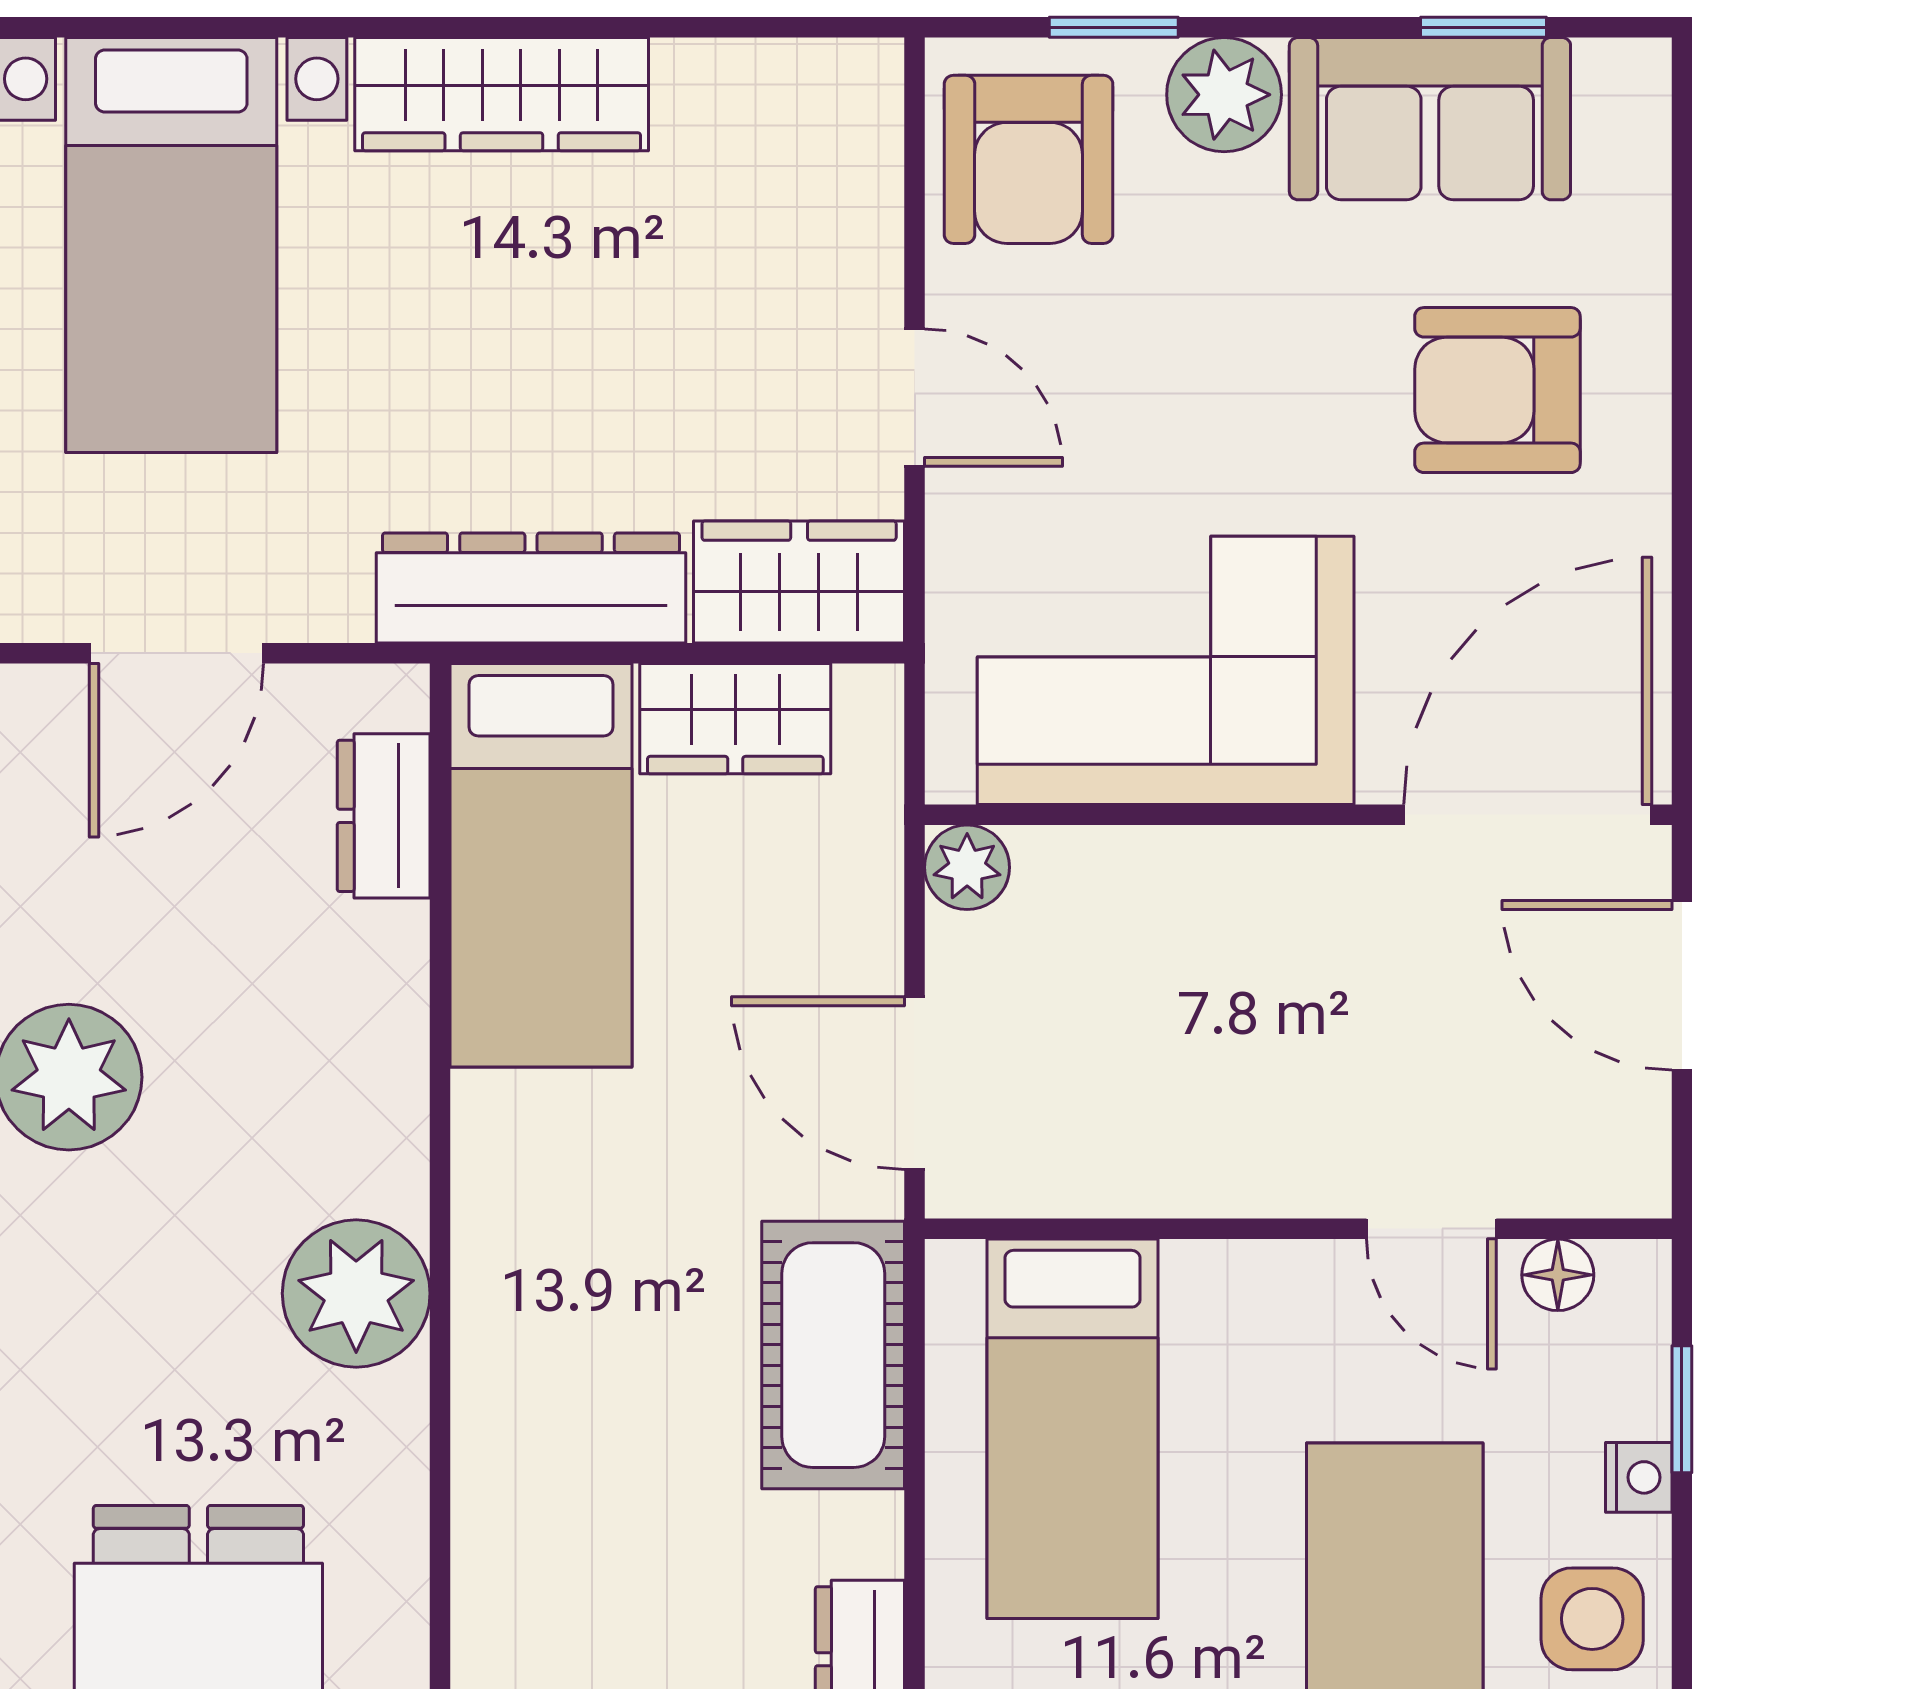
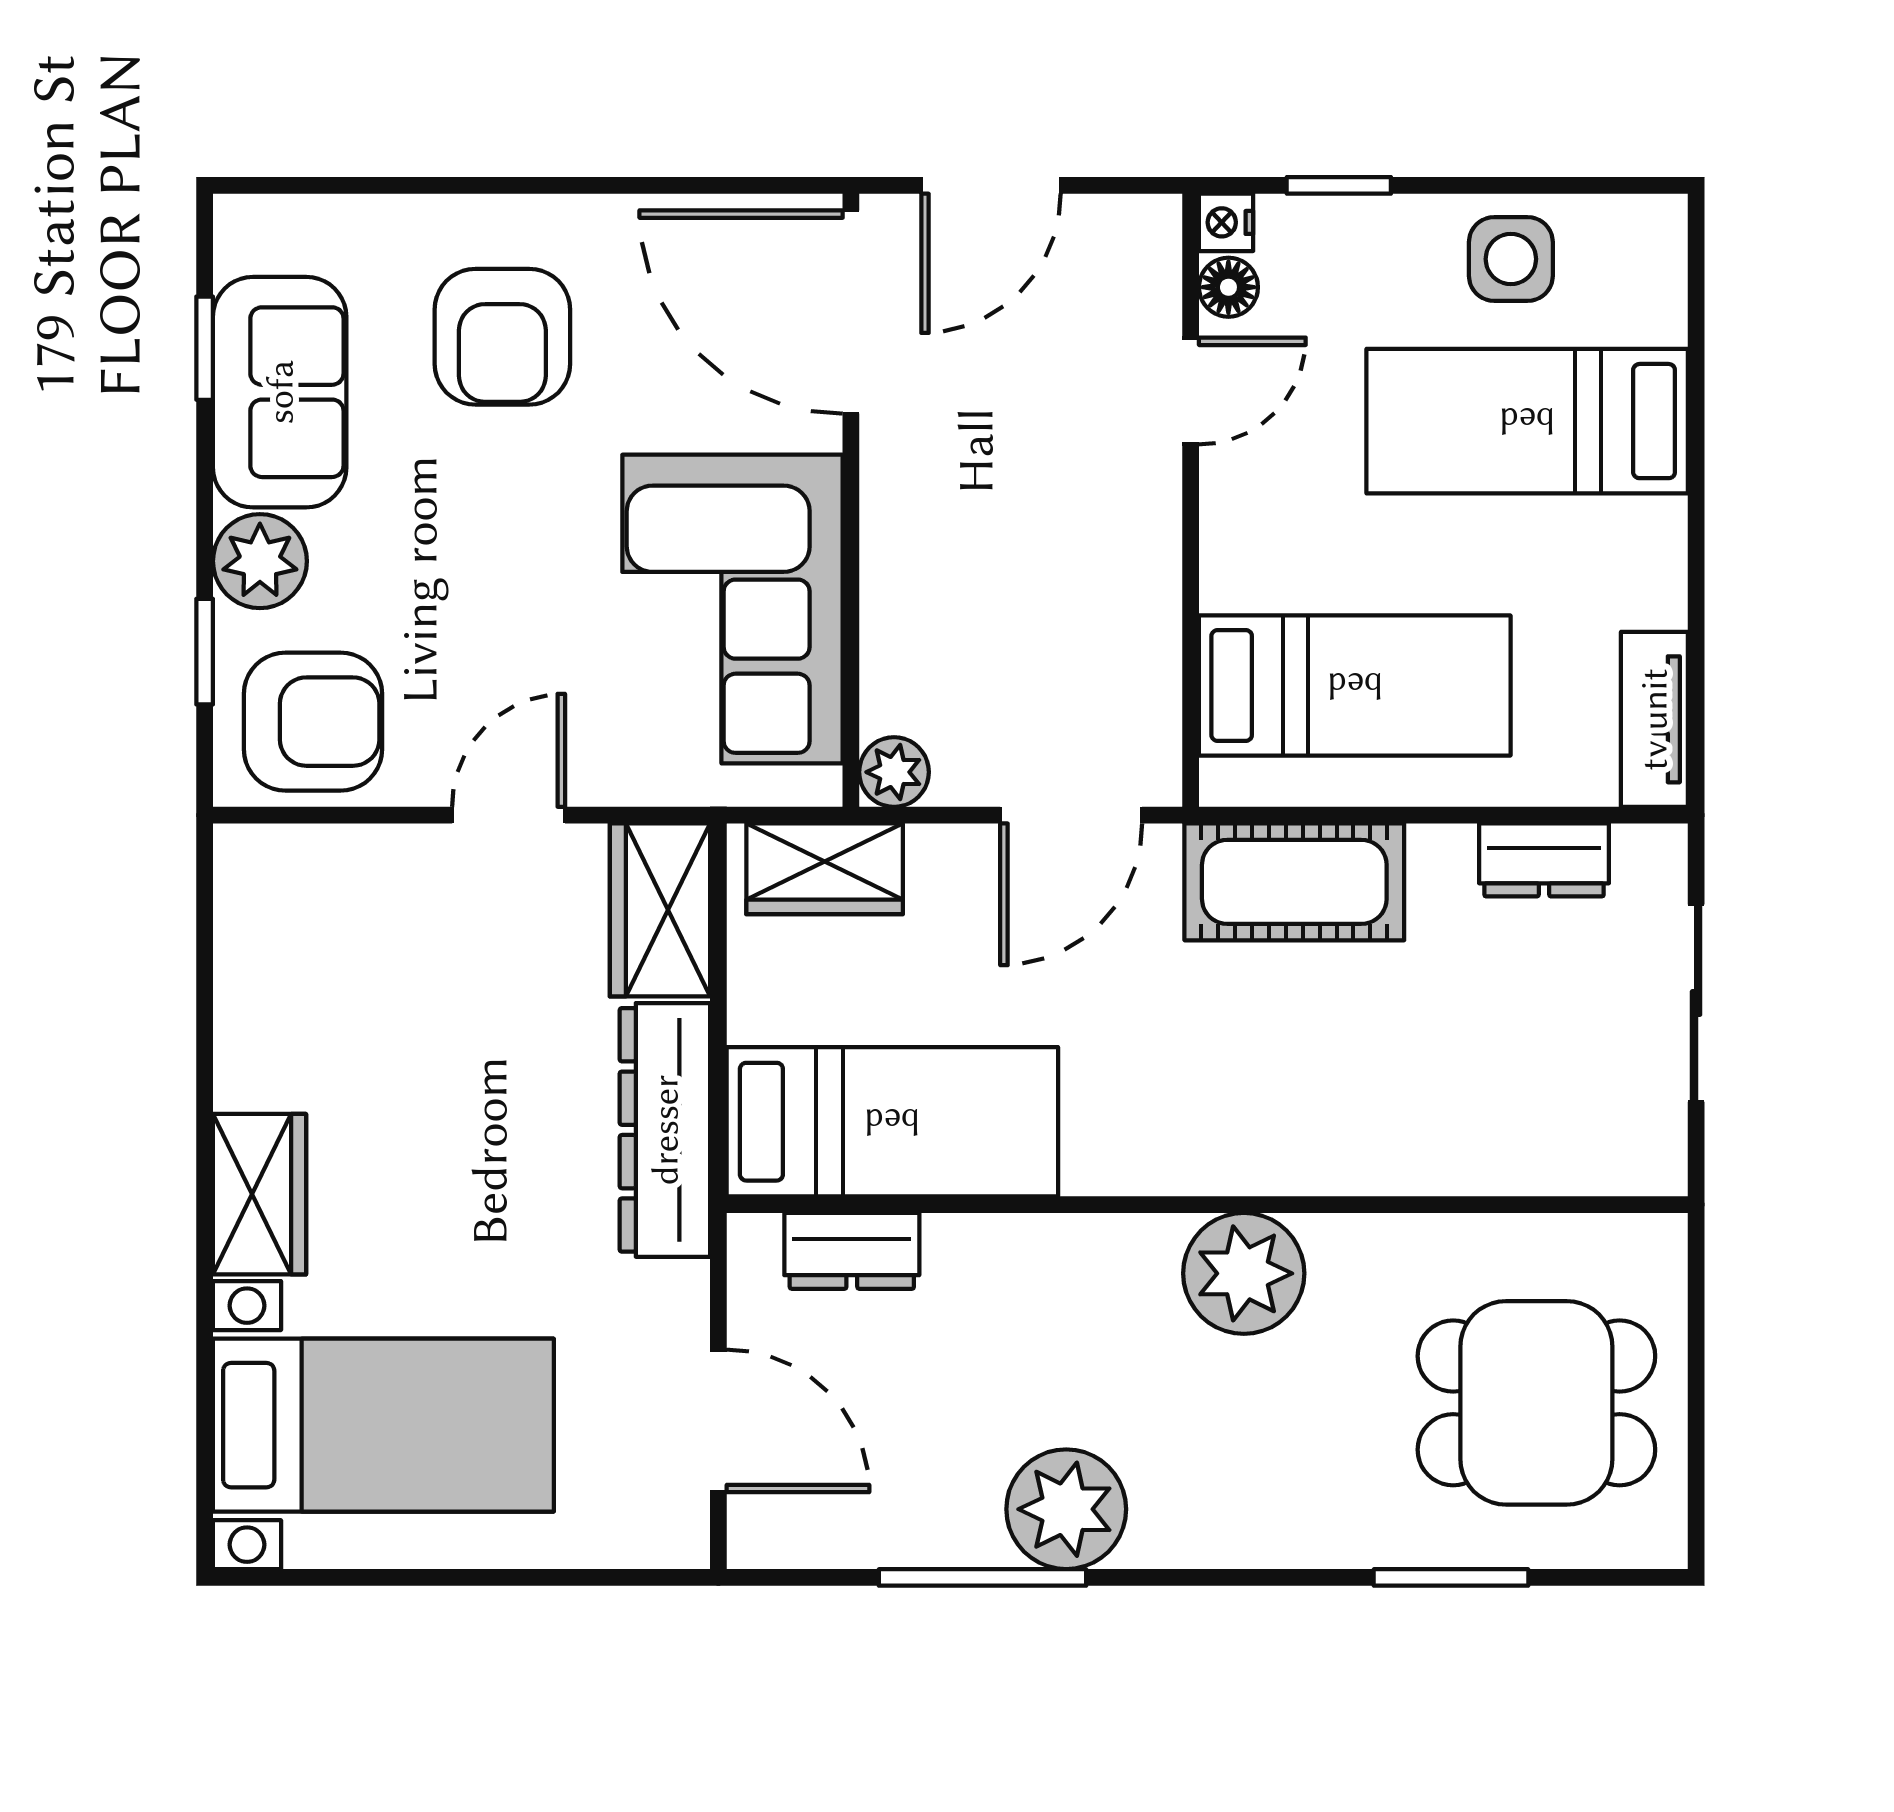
wardrobe: (502, 94) -> (259, 1194), width x0.67
wardrobe: (735, 719) -> (825, 869), moved, turned 90
nightstand: (1639, 1477) -> (1226, 222), moved, turned -90

